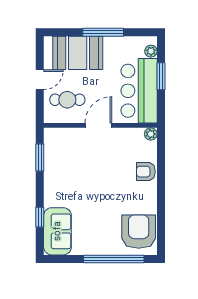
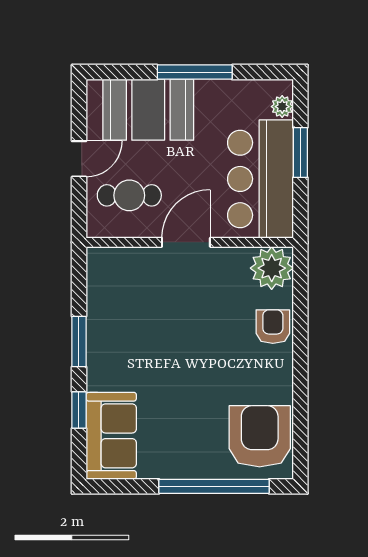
plant: (151, 134) -> (272, 268), width x1.88, depth x1.88
window: (40, 157) -> (79, 342), moved
armchair: (146, 172) -> (273, 327), turned 90

